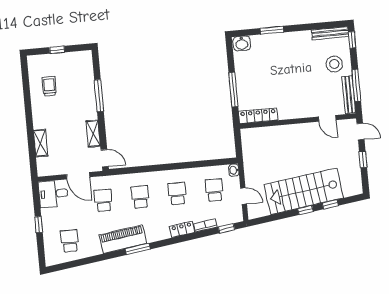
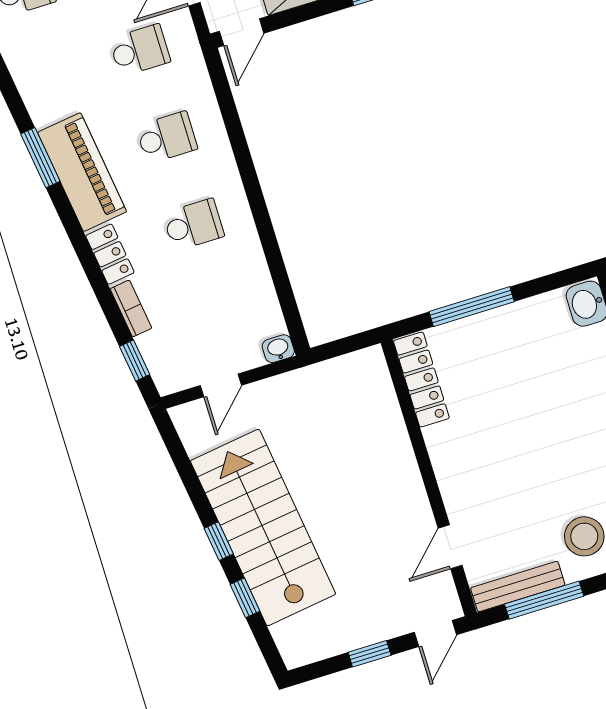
school desk: (214, 190) -> (220, 312), removed
piano: (123, 239) -> (82, 172), moved

